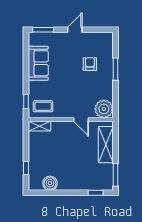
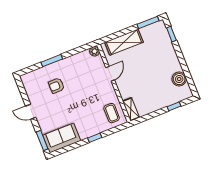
sofa: (38, 63) -> (62, 138), moved
window: (26, 102) -> (95, 138), moved
plant: (104, 109) -> (95, 51), width x0.53, depth x0.53

